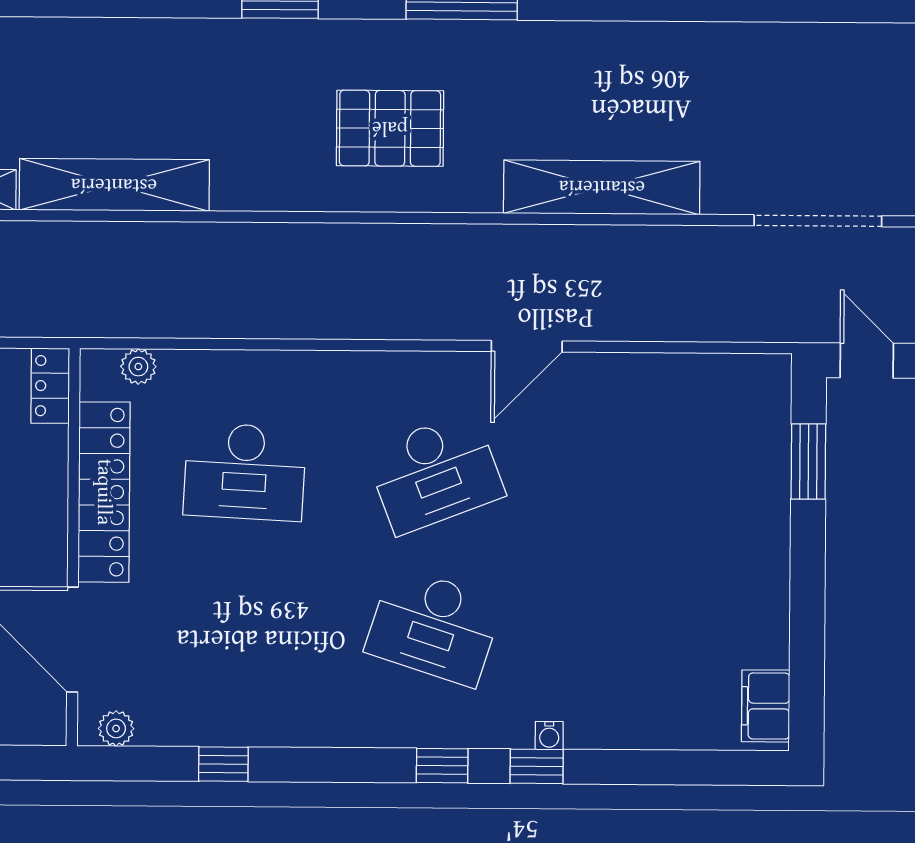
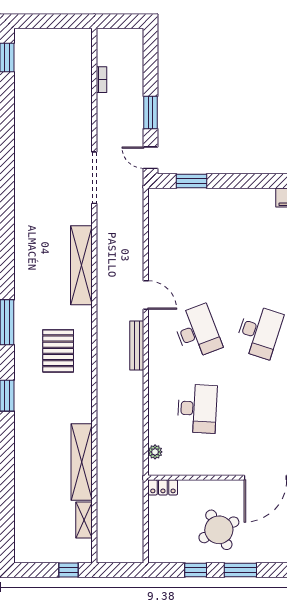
bench: (402, 323) -> (137, 345), added
door: (867, 361) -> (151, 158), hinge flipped
locker: (104, 492) -> (206, 465), removed

